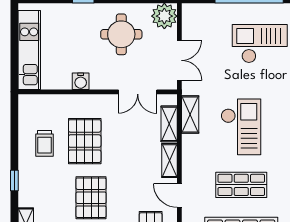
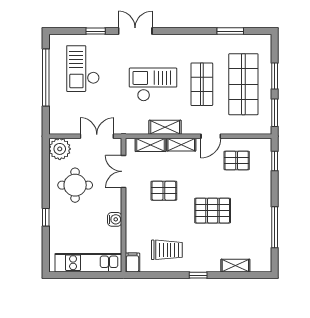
double door: (138, 92) -> (123, 171), swing flipped
filing cabinet: (29, 103) -> (132, 262), added
shelving: (190, 115) -> (165, 127), moved
pallet: (85, 141) -> (164, 191), moved, width x0.67, depth x0.71
trolley: (44, 143) -> (167, 250), width x1.36, depth x1.39

